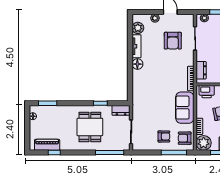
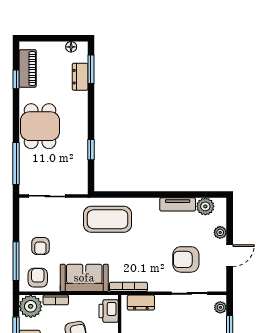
floor lamp: (137, 64) -> (150, 206), removed
coffee table: (146, 92) -> (108, 219), added
dresser: (121, 110) -> (80, 77), moved
dining table: (90, 127) -> (40, 126), moved, turned 90

